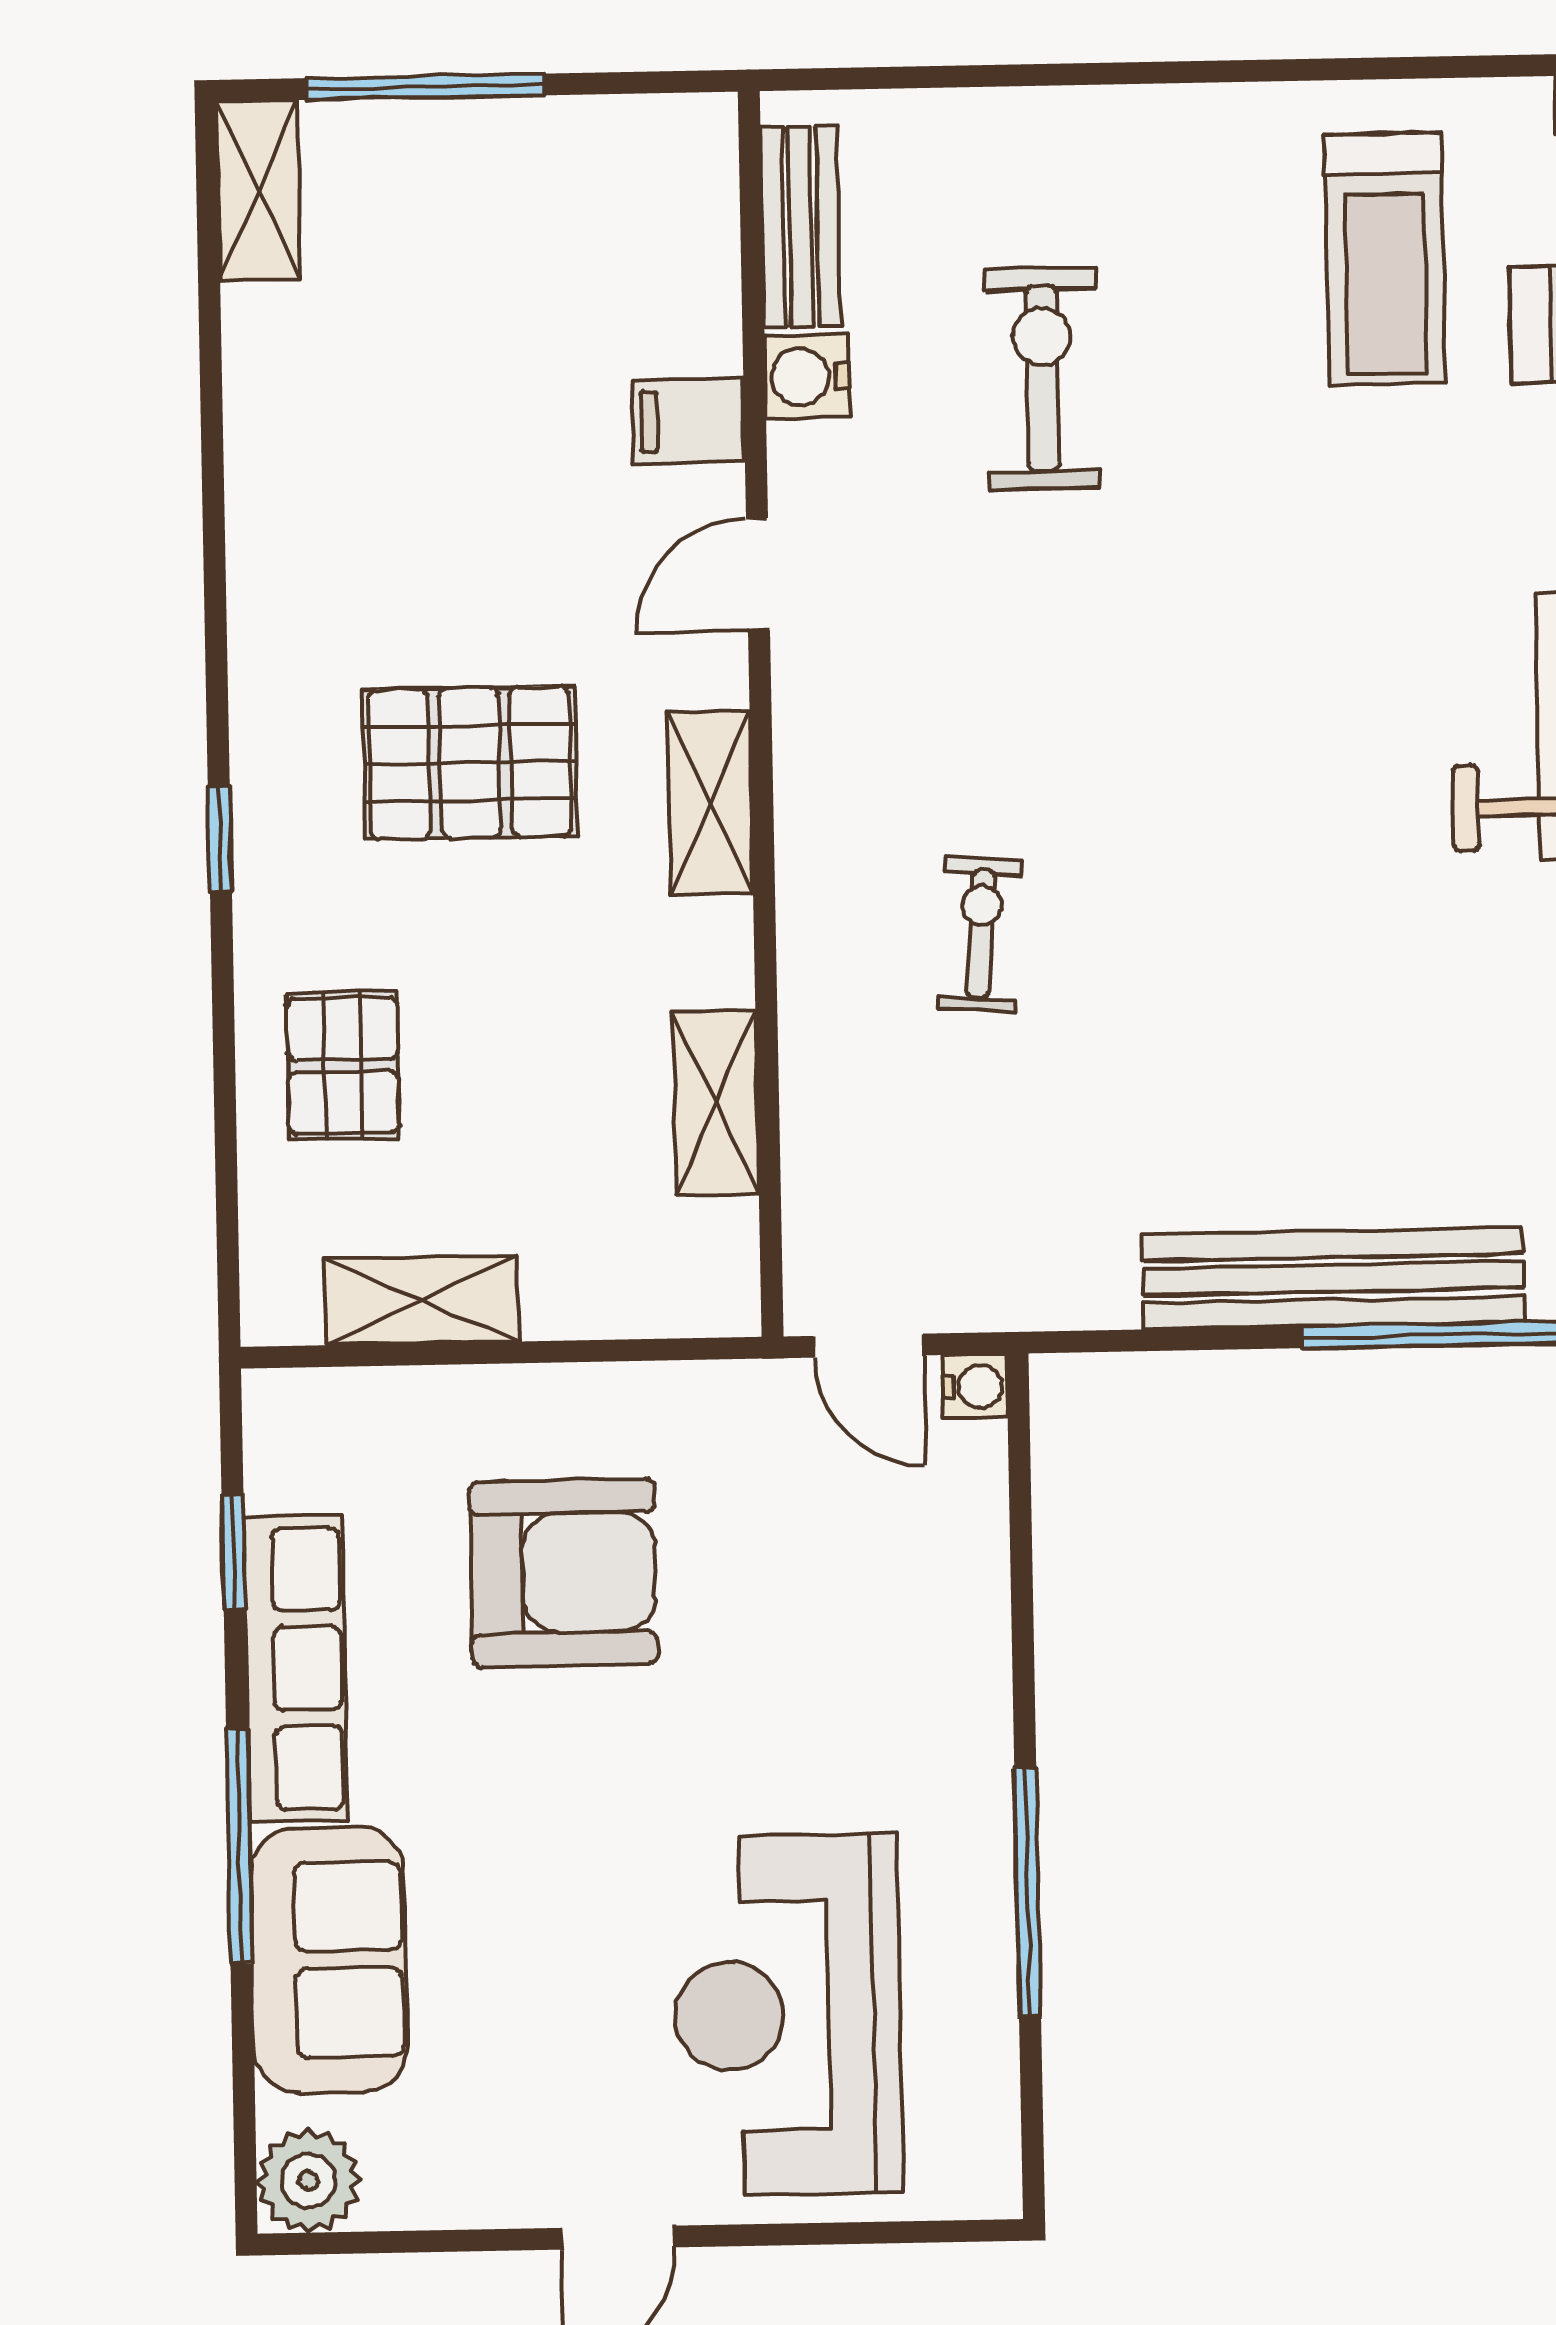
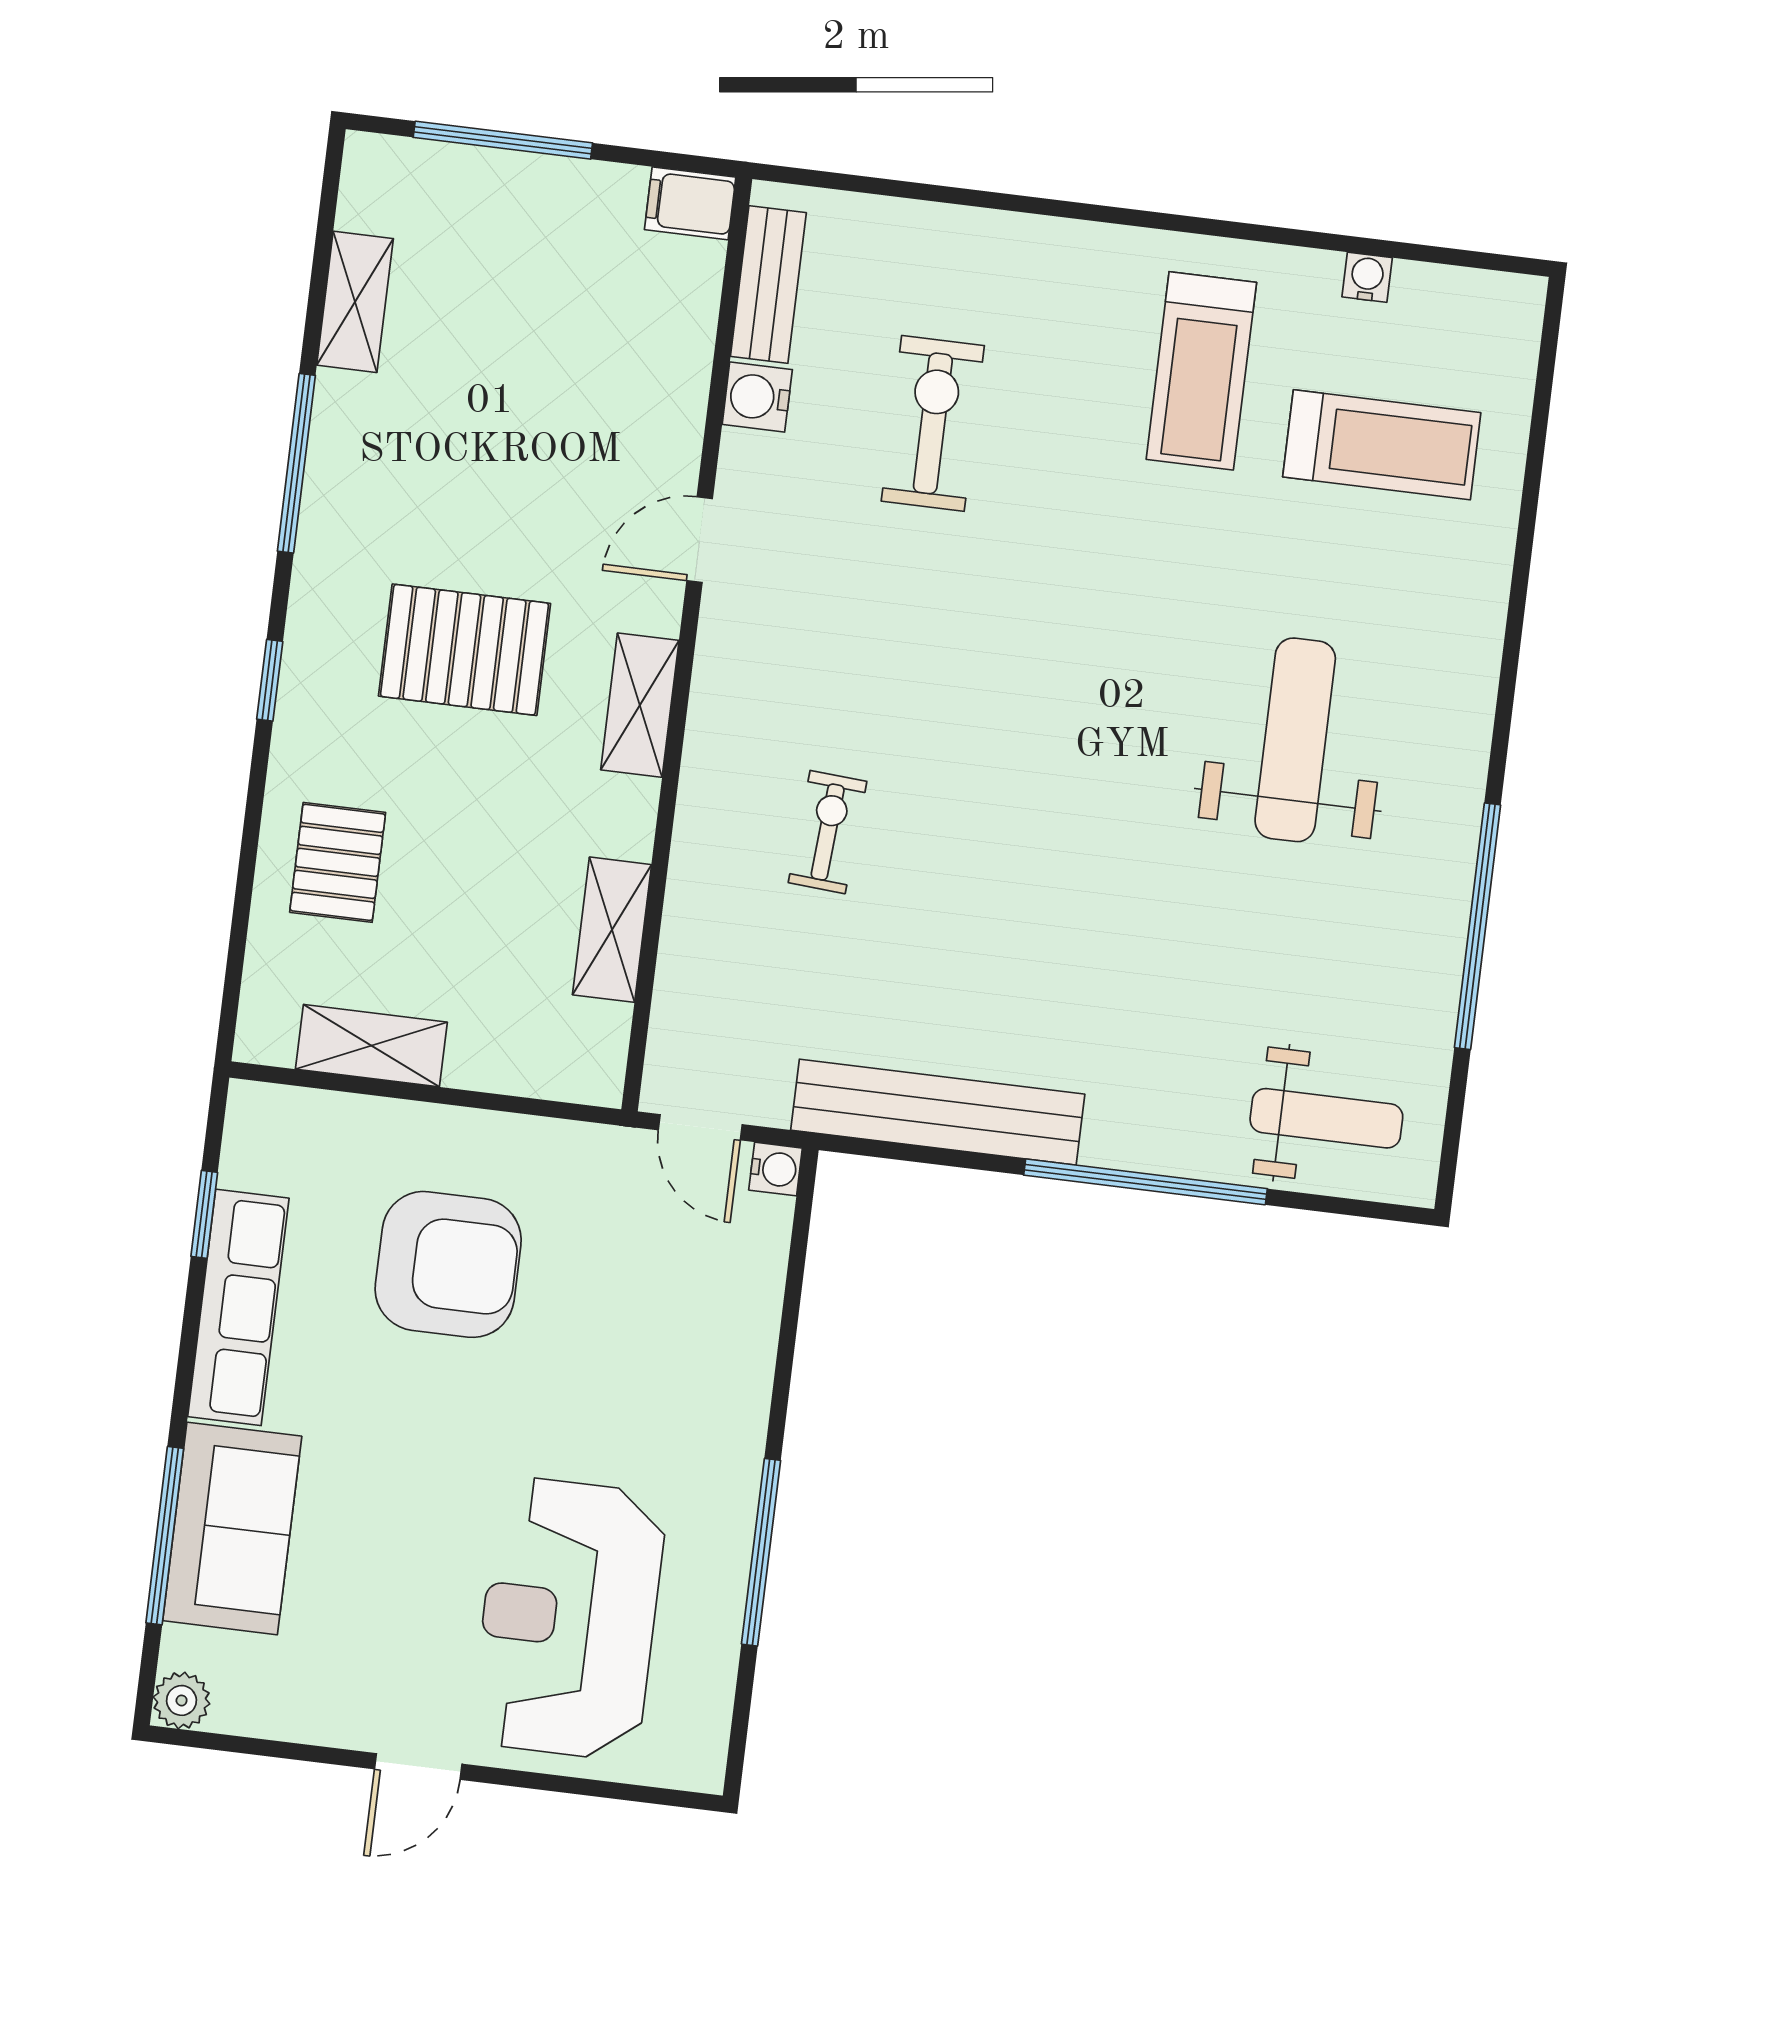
shelving: (259, 190) -> (355, 302), moved
filing cabinet: (688, 421) -> (690, 203), moved
window: (214, 549) -> (296, 463), added
bench: (1333, 1278) -> (938, 1112), moved
window: (239, 1846) -> (165, 1536), moved
plant: (309, 2181) -> (182, 1700), width x0.73, depth x0.73

